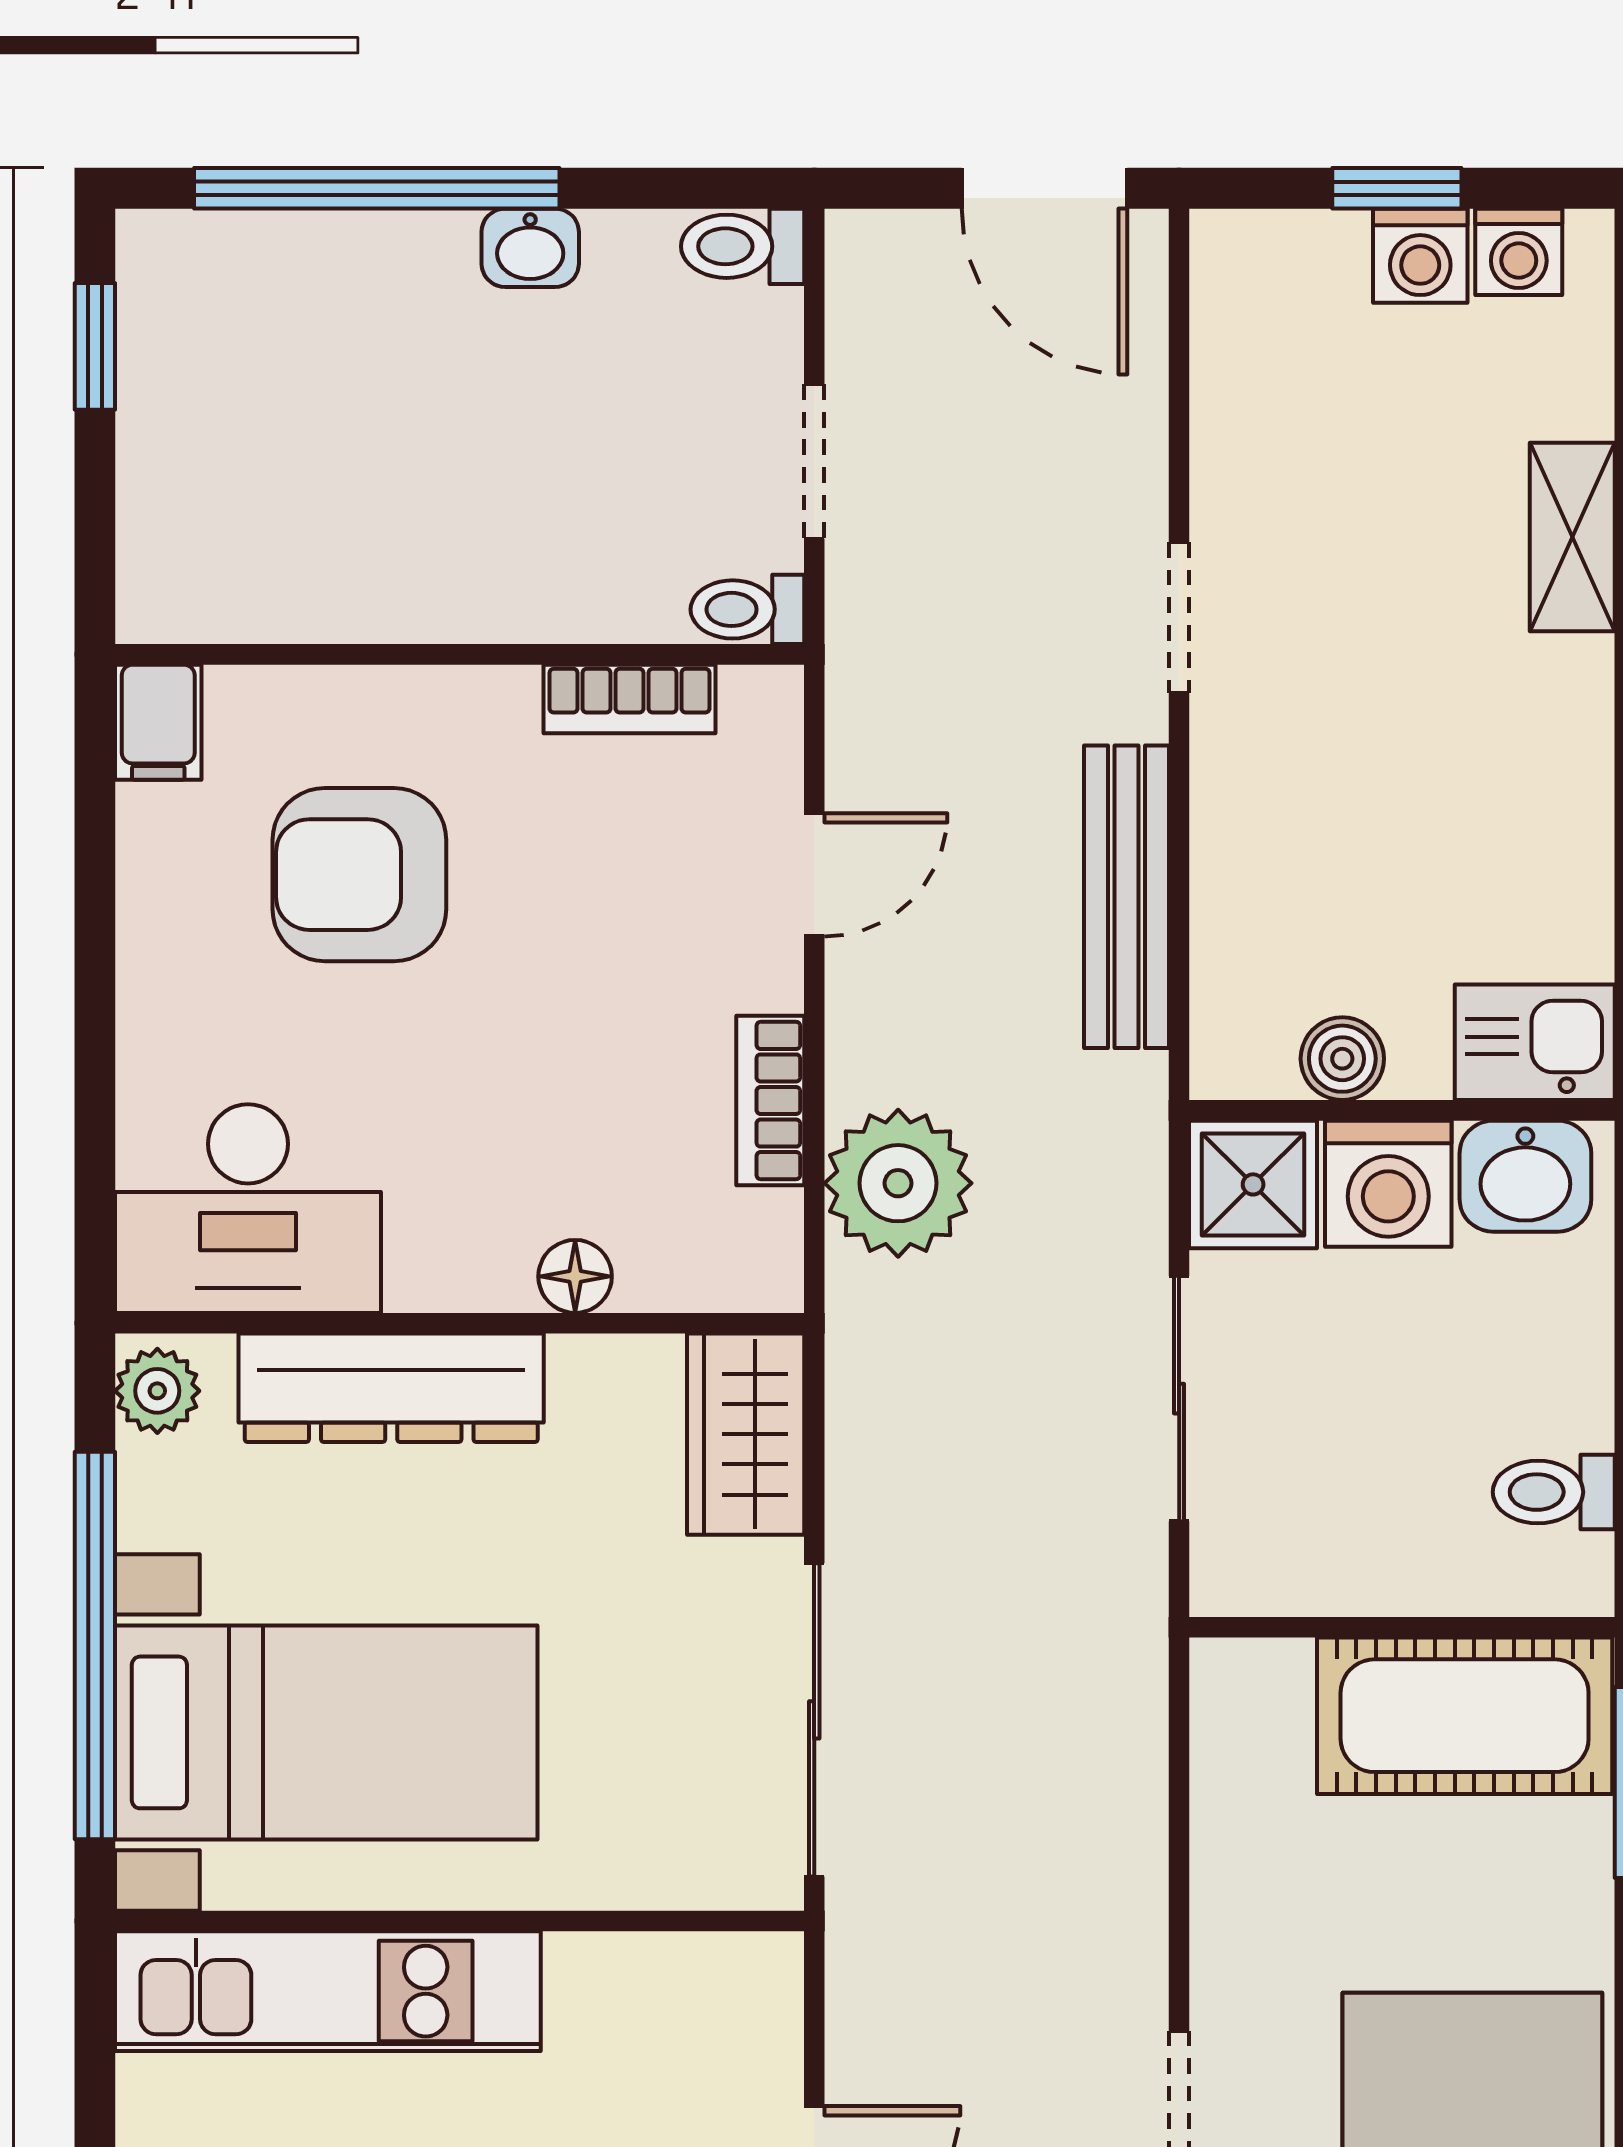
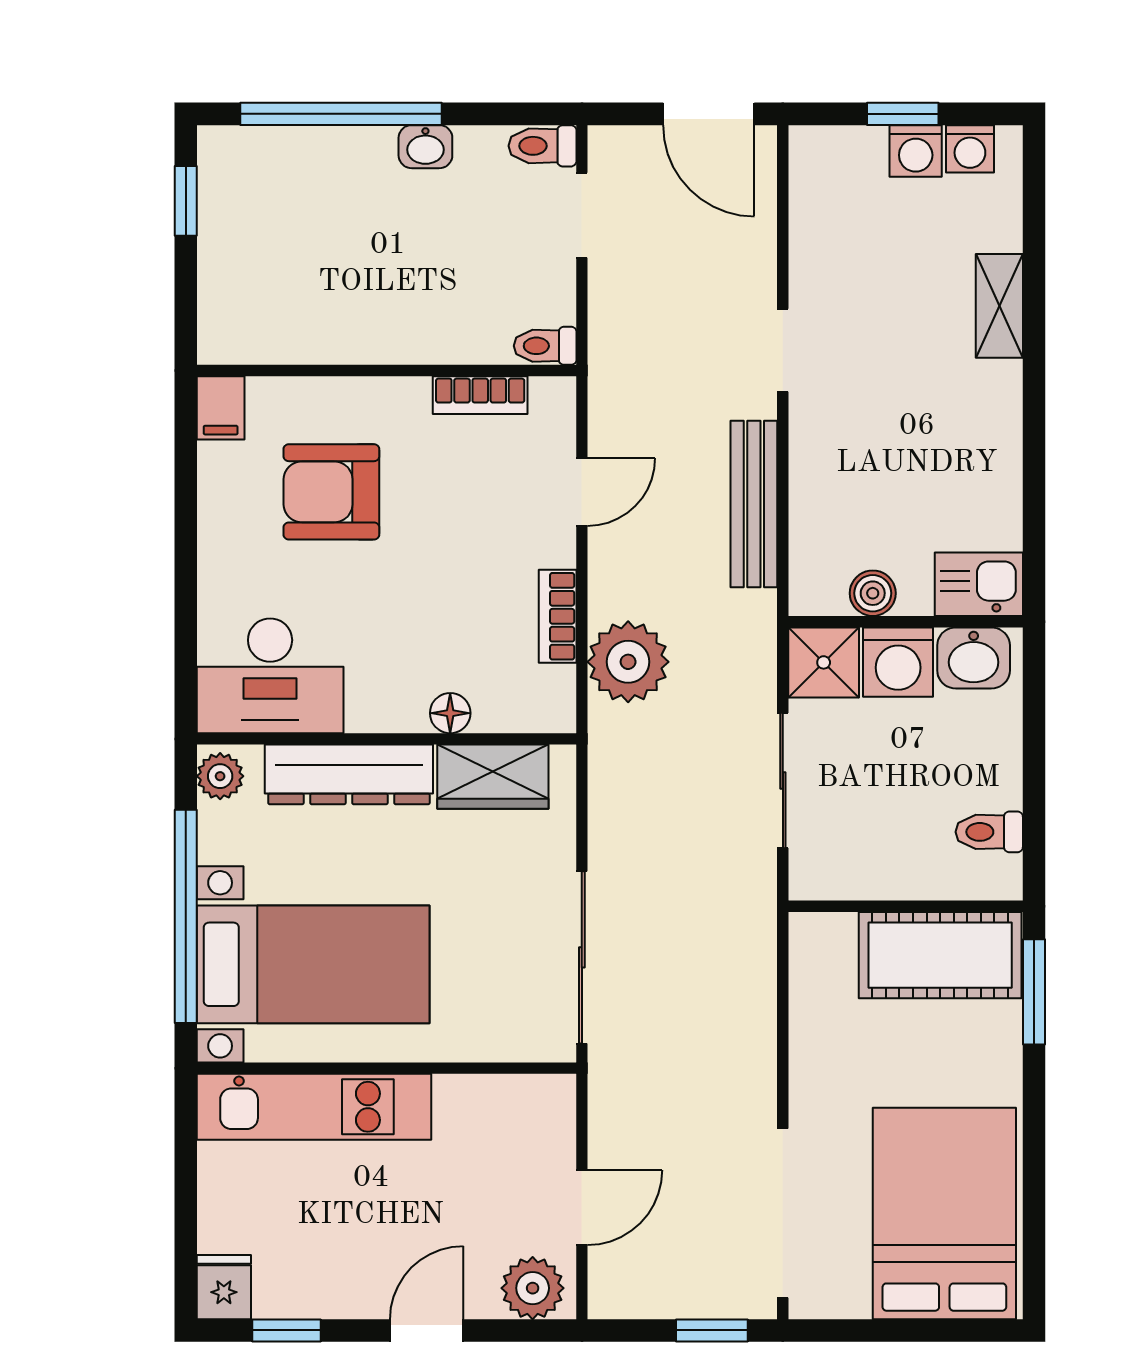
doorway: (814, 462) -> (582, 215), moved
wardrobe: (746, 1434) -> (493, 777), moved, turned -90

